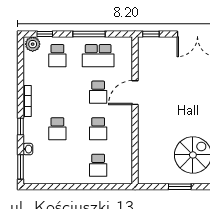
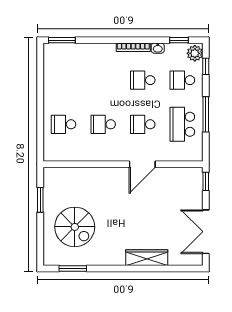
door: (135, 93) -> (142, 164), swing flipped
window: (20, 126) -> (179, 40), moved
school desk: (57, 129) -> (143, 80), moved
washbasin: (28, 149) -> (158, 48), moved
window: (180, 187) -> (40, 200), moved

